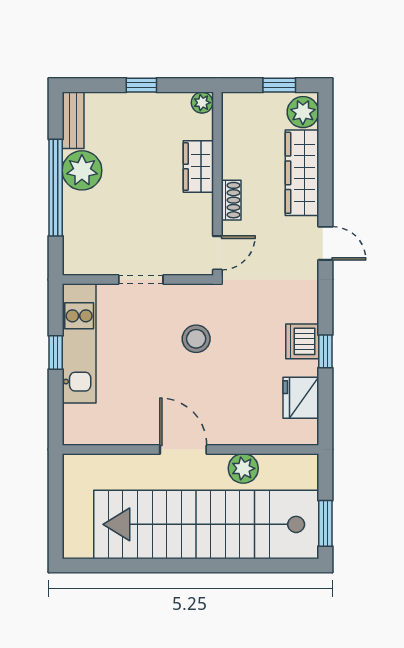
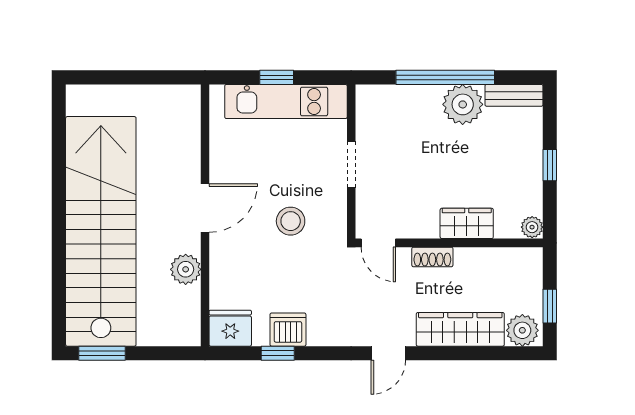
door: (183, 449) -> (205, 208), moved
wall: (190, 449) -> (205, 215), moved
plant: (243, 468) -> (186, 269), moved

